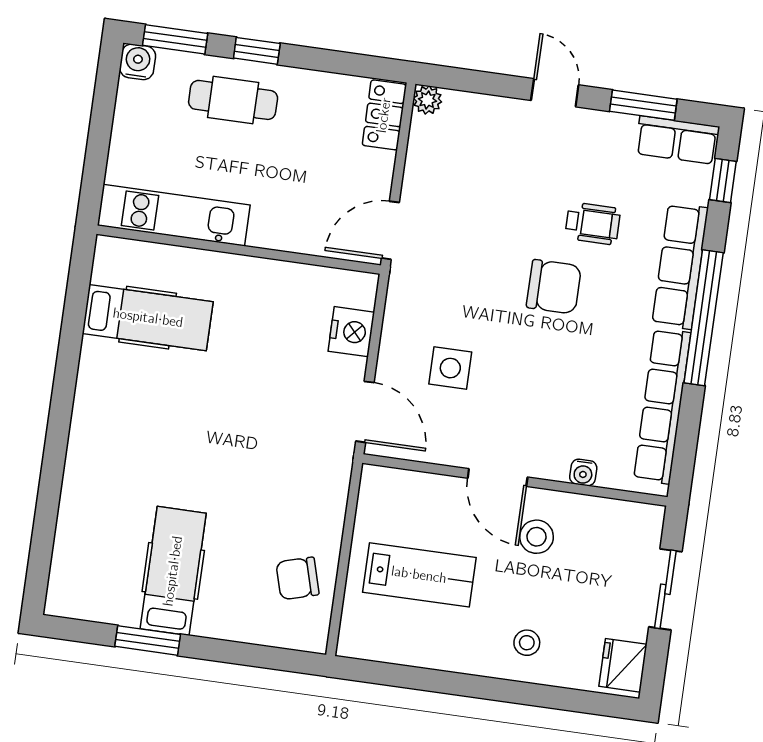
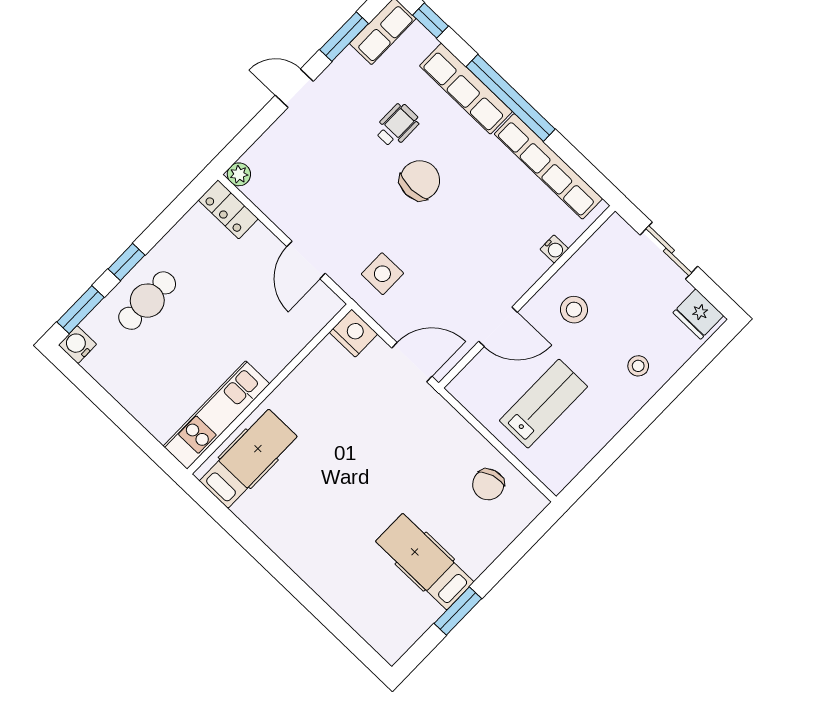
kitchen unit: (174, 215) -> (216, 415), moved
wall: (239, 250) -> (269, 389), moved
side table: (450, 368) -> (382, 274), moved
door: (498, 478) -> (498, 327), moved

